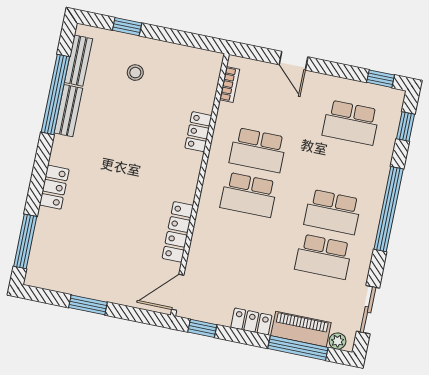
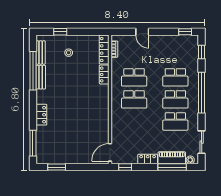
school desk: (351, 123) -> (175, 77), moved
locker: (178, 232) -> (104, 50), moved
window: (88, 305) -> (57, 167), moved

